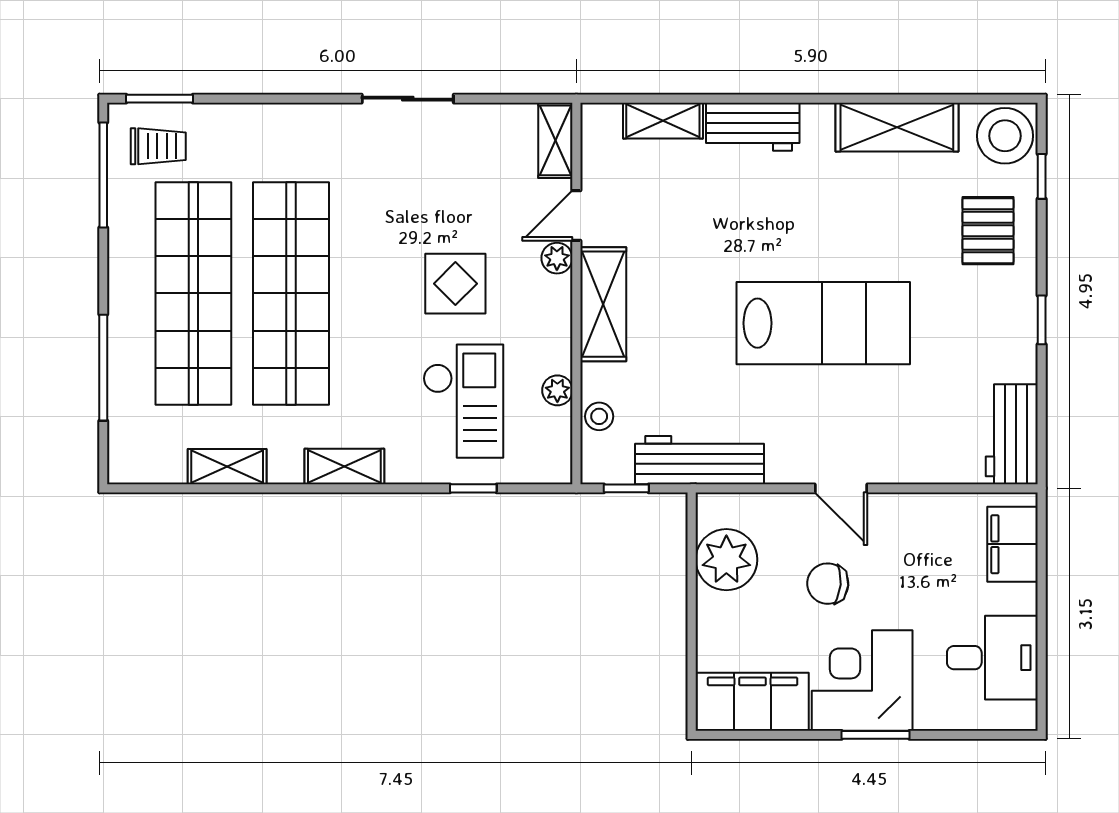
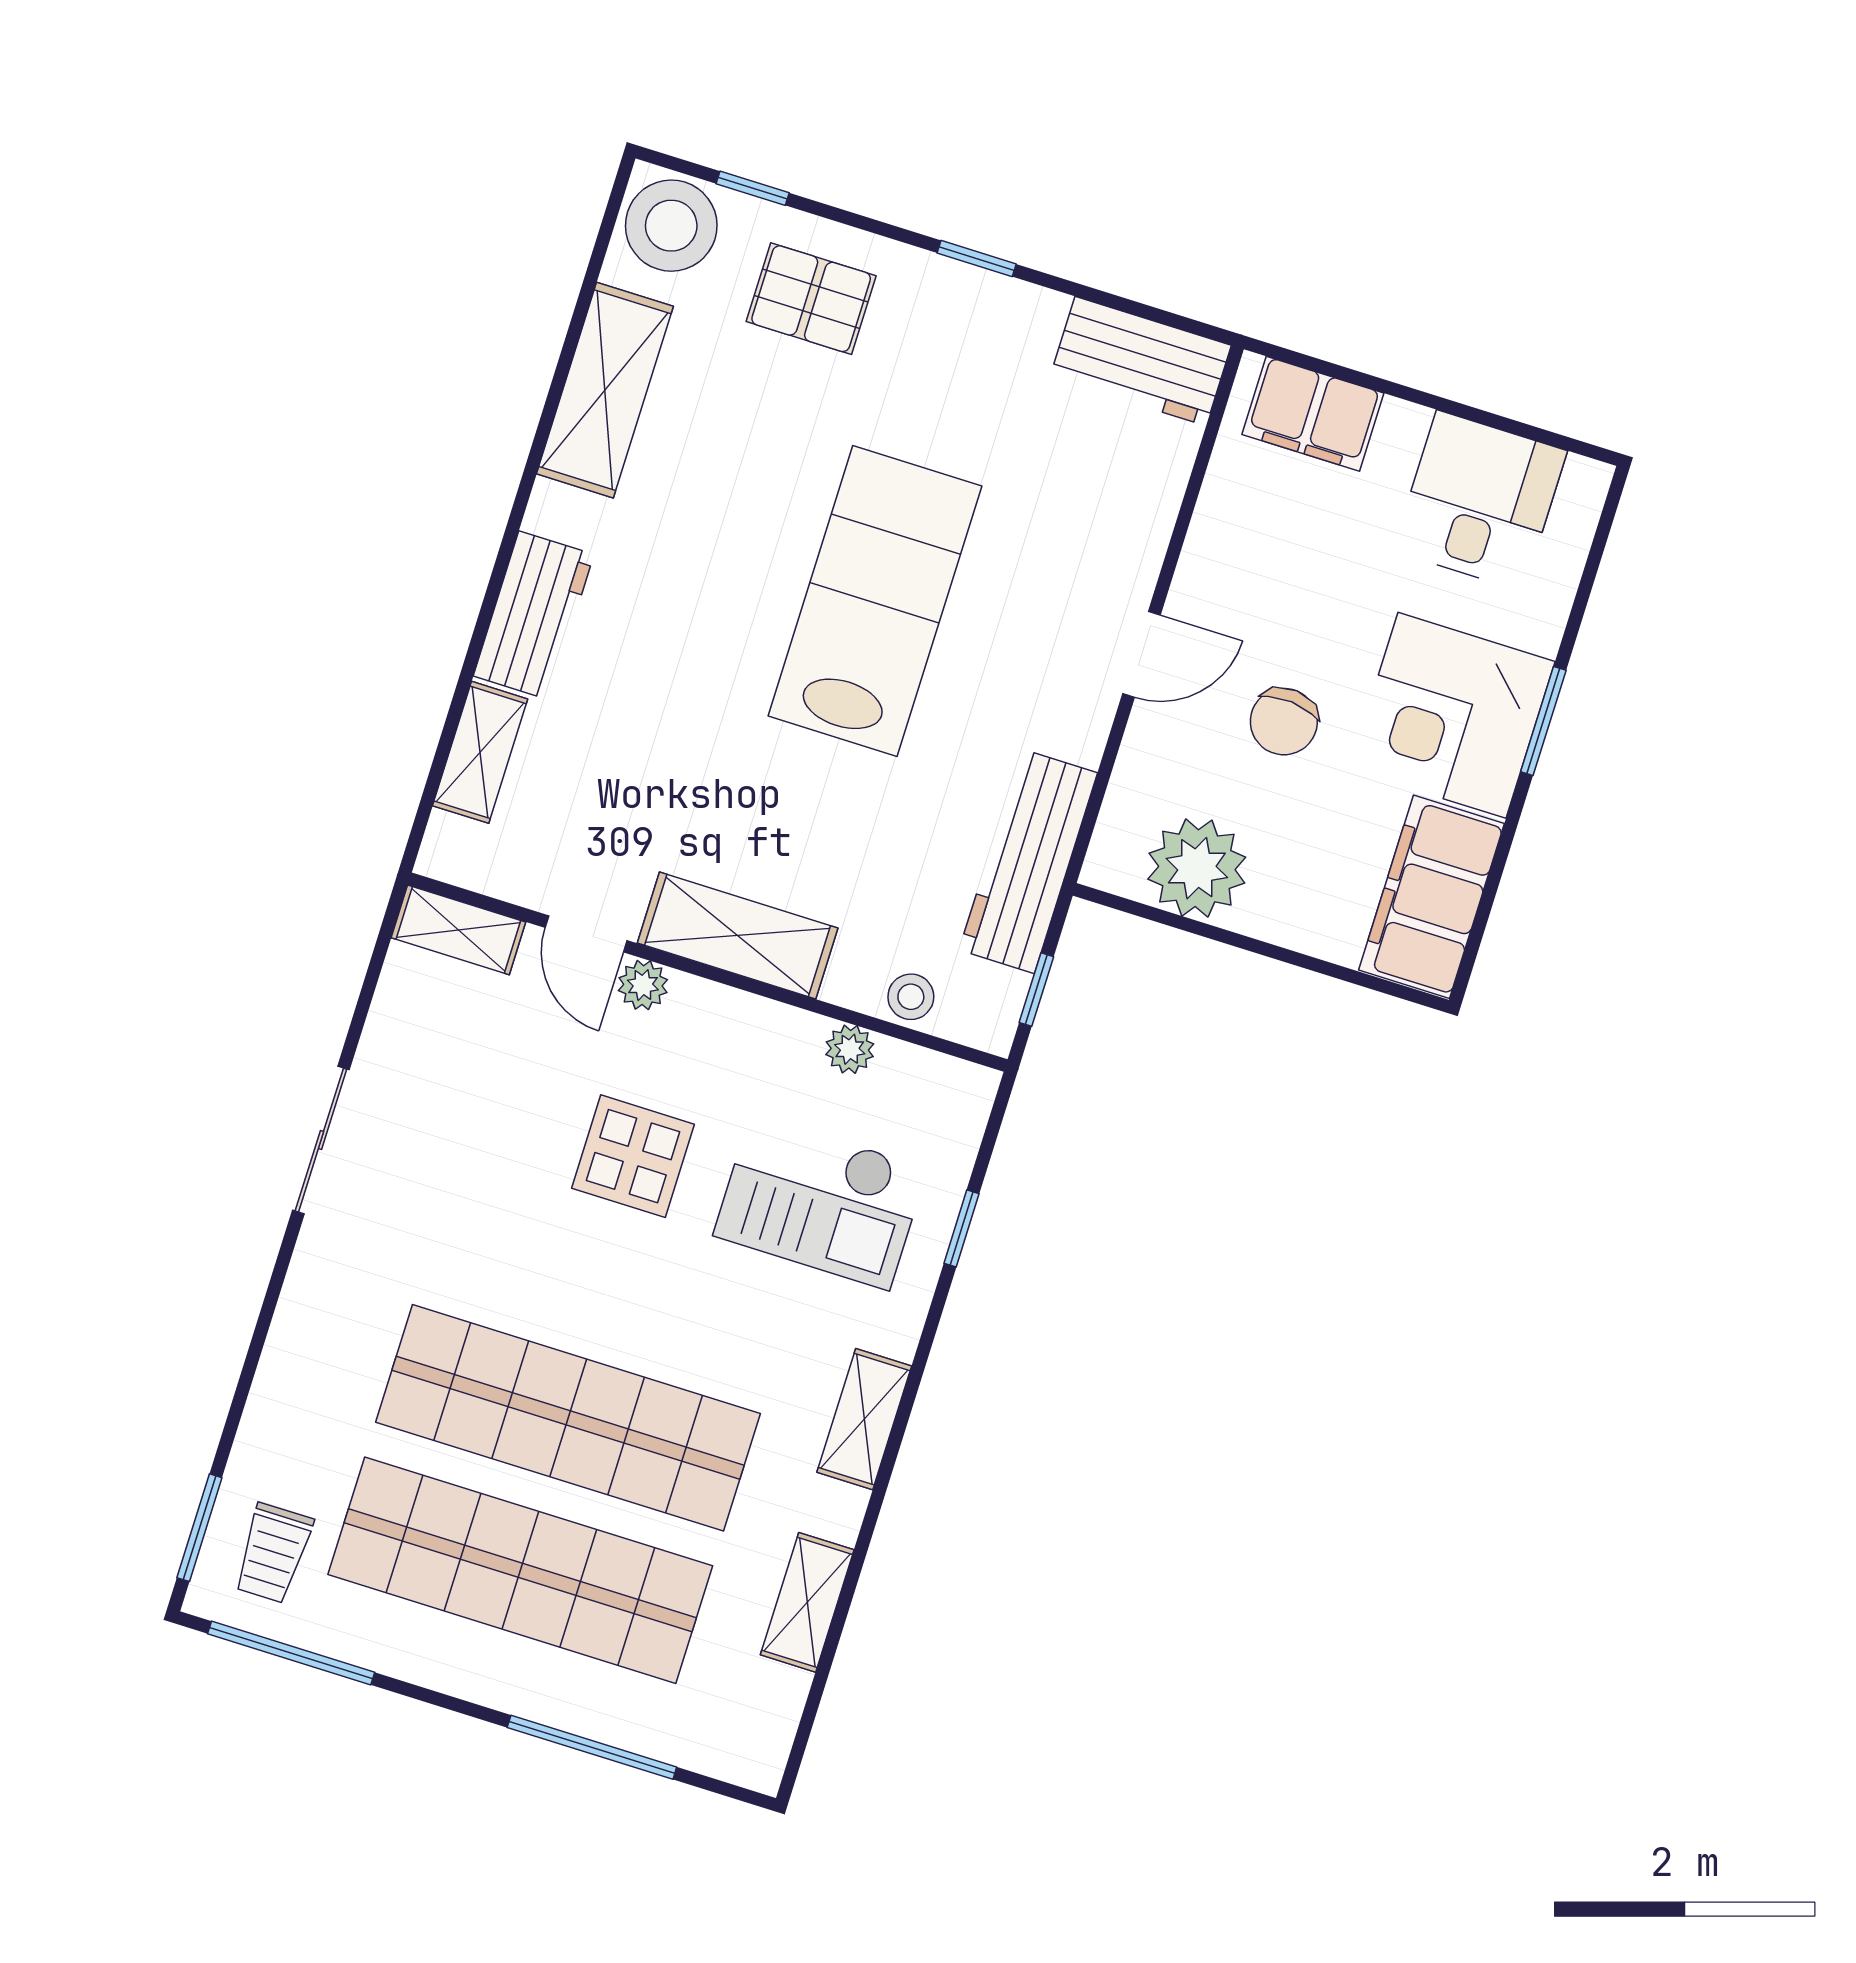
trolley: (158, 146) -> (273, 1553), turned 180
checkout: (463, 401) -> (820, 1201), turned 180

